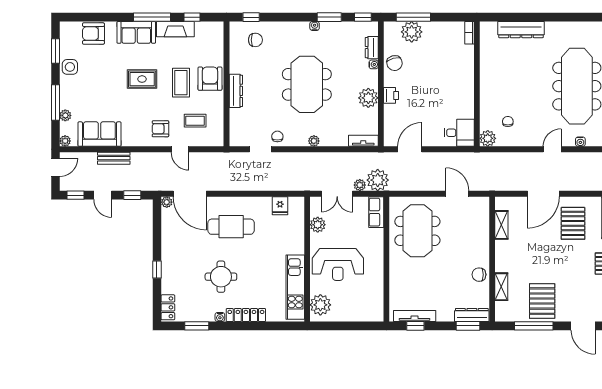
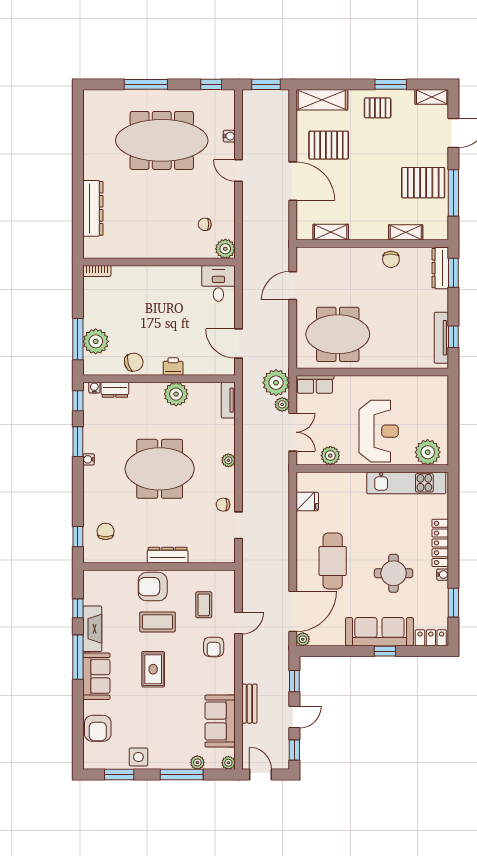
water cooler: (374, 64) -> (94, 388), moved
sofa: (173, 265) -> (379, 632), added

